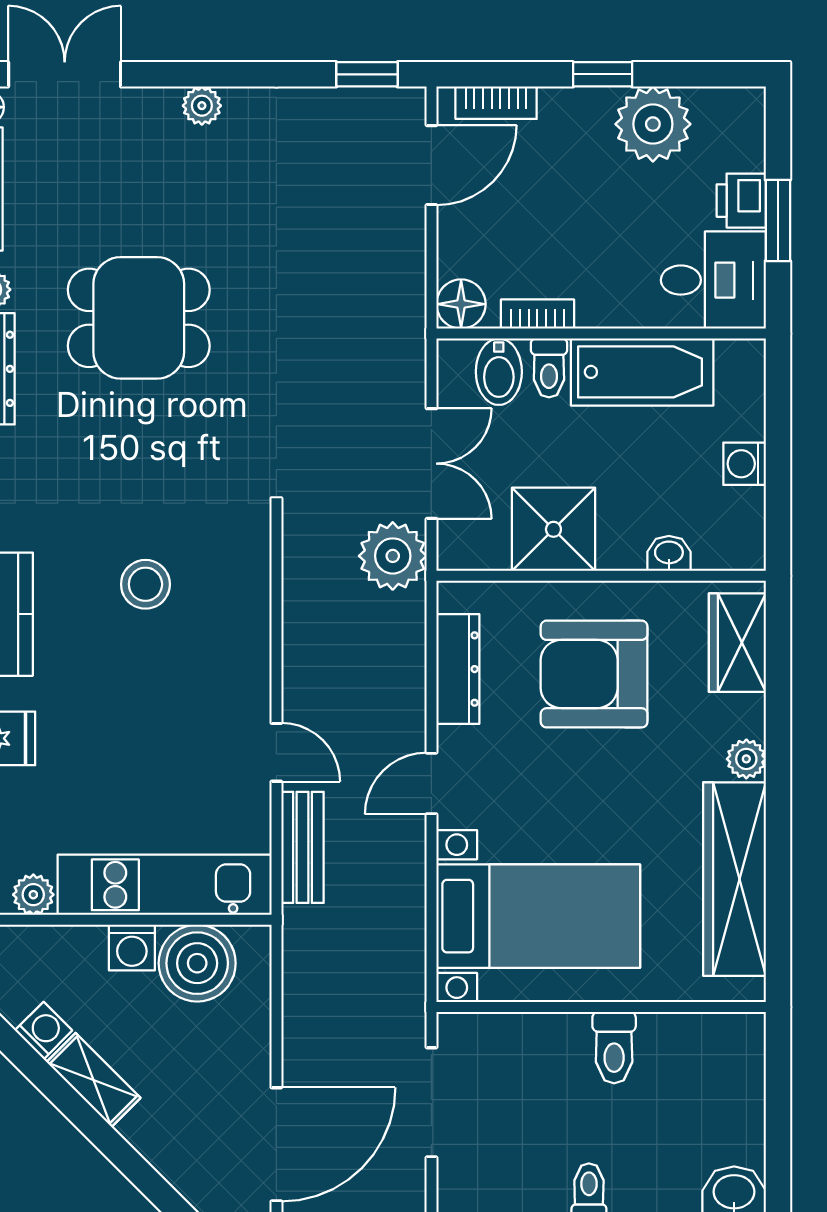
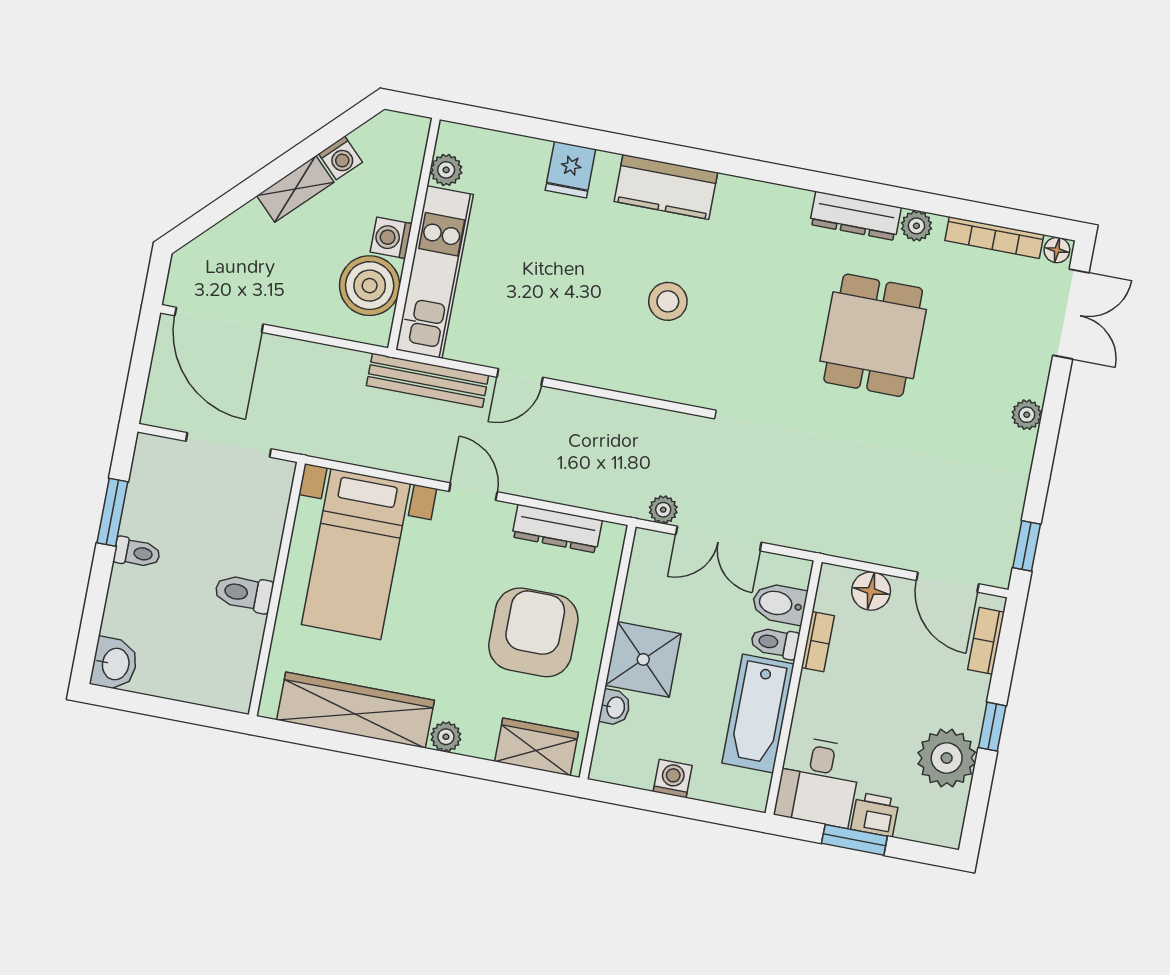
floor lamp: (461, 304) -> (871, 591), moved
shower: (553, 529) -> (643, 659), moved
plant: (393, 556) -> (663, 510), width x0.53, depth x0.53
bench: (302, 847) -> (428, 380), width x1.36

